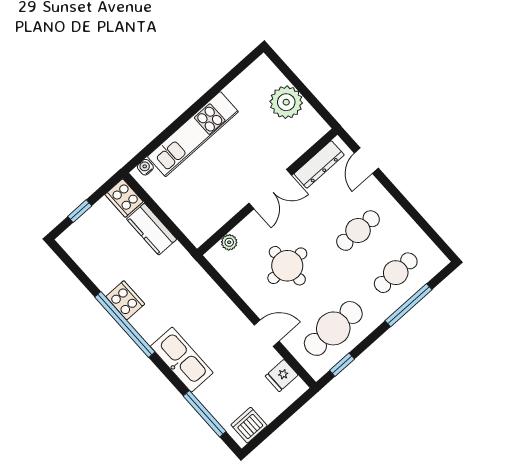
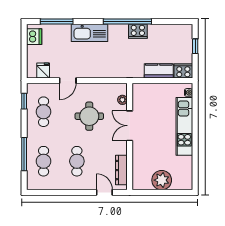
double door: (270, 189) -> (130, 126), moved
cafe table: (333, 328) -> (44, 112), width x0.73, depth x0.74

